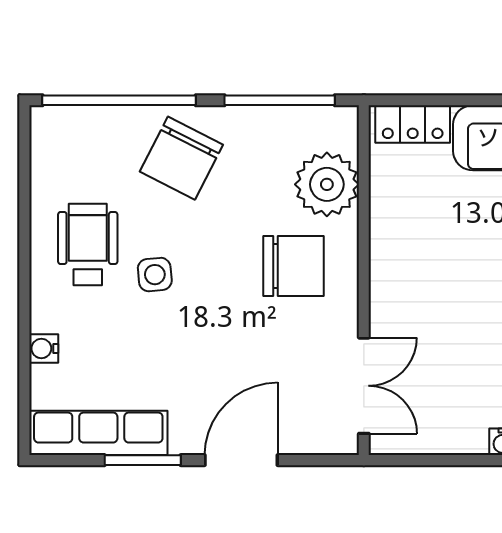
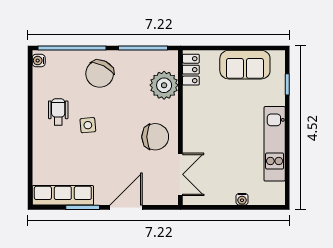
locker: (413, 124) -> (191, 70), moved, turned -90
wheelchair: (88, 245) -> (58, 112), width x0.73, depth x0.73
chair: (293, 266) -> (155, 137), moved
water cooler: (44, 348) -> (39, 61), moved

